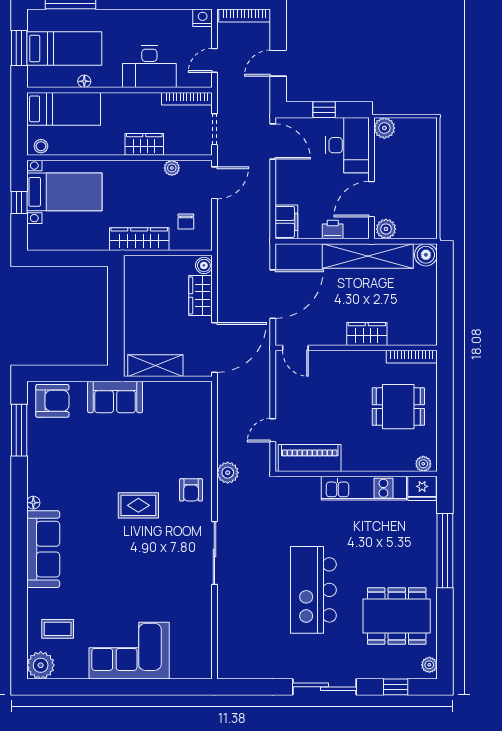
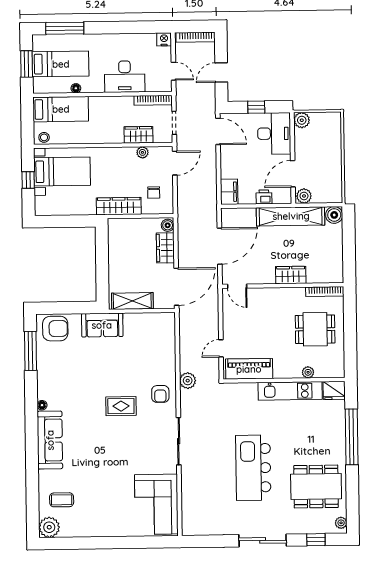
door: (214, 60) -> (173, 71), swing flipped
wardrobe: (144, 144) -> (138, 135), moved
plant: (423, 464) -> (308, 372), moved
corner sofa: (129, 651) -> (156, 504), moved, turned -90

